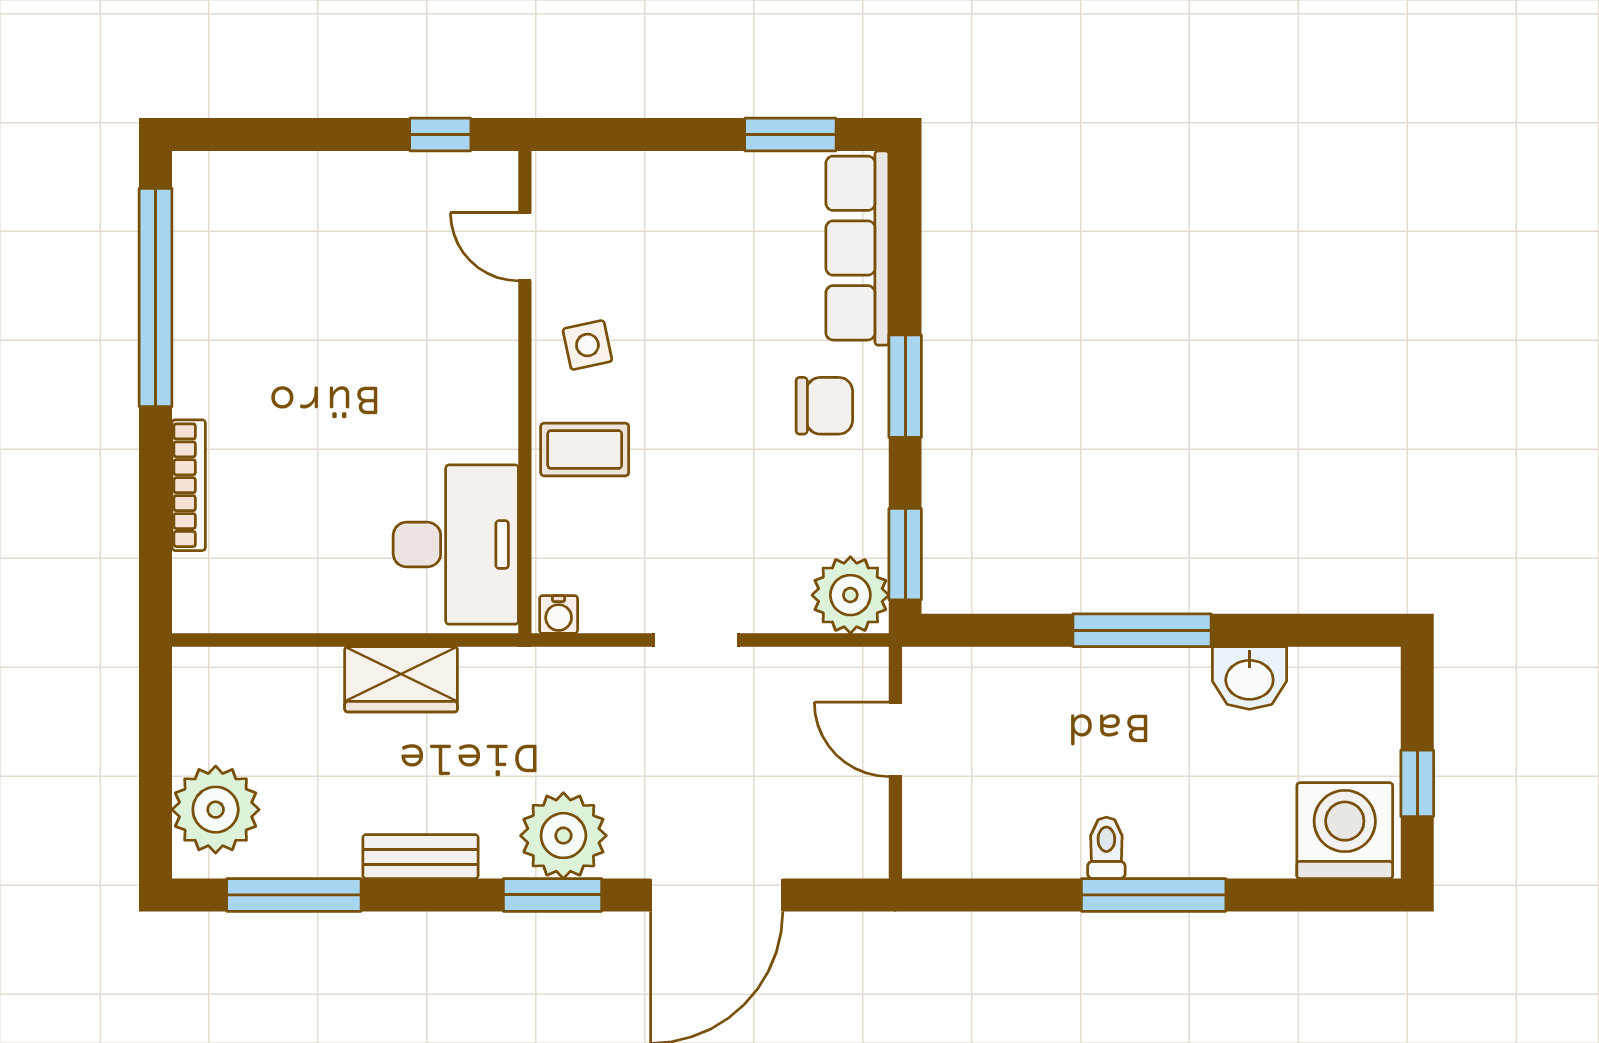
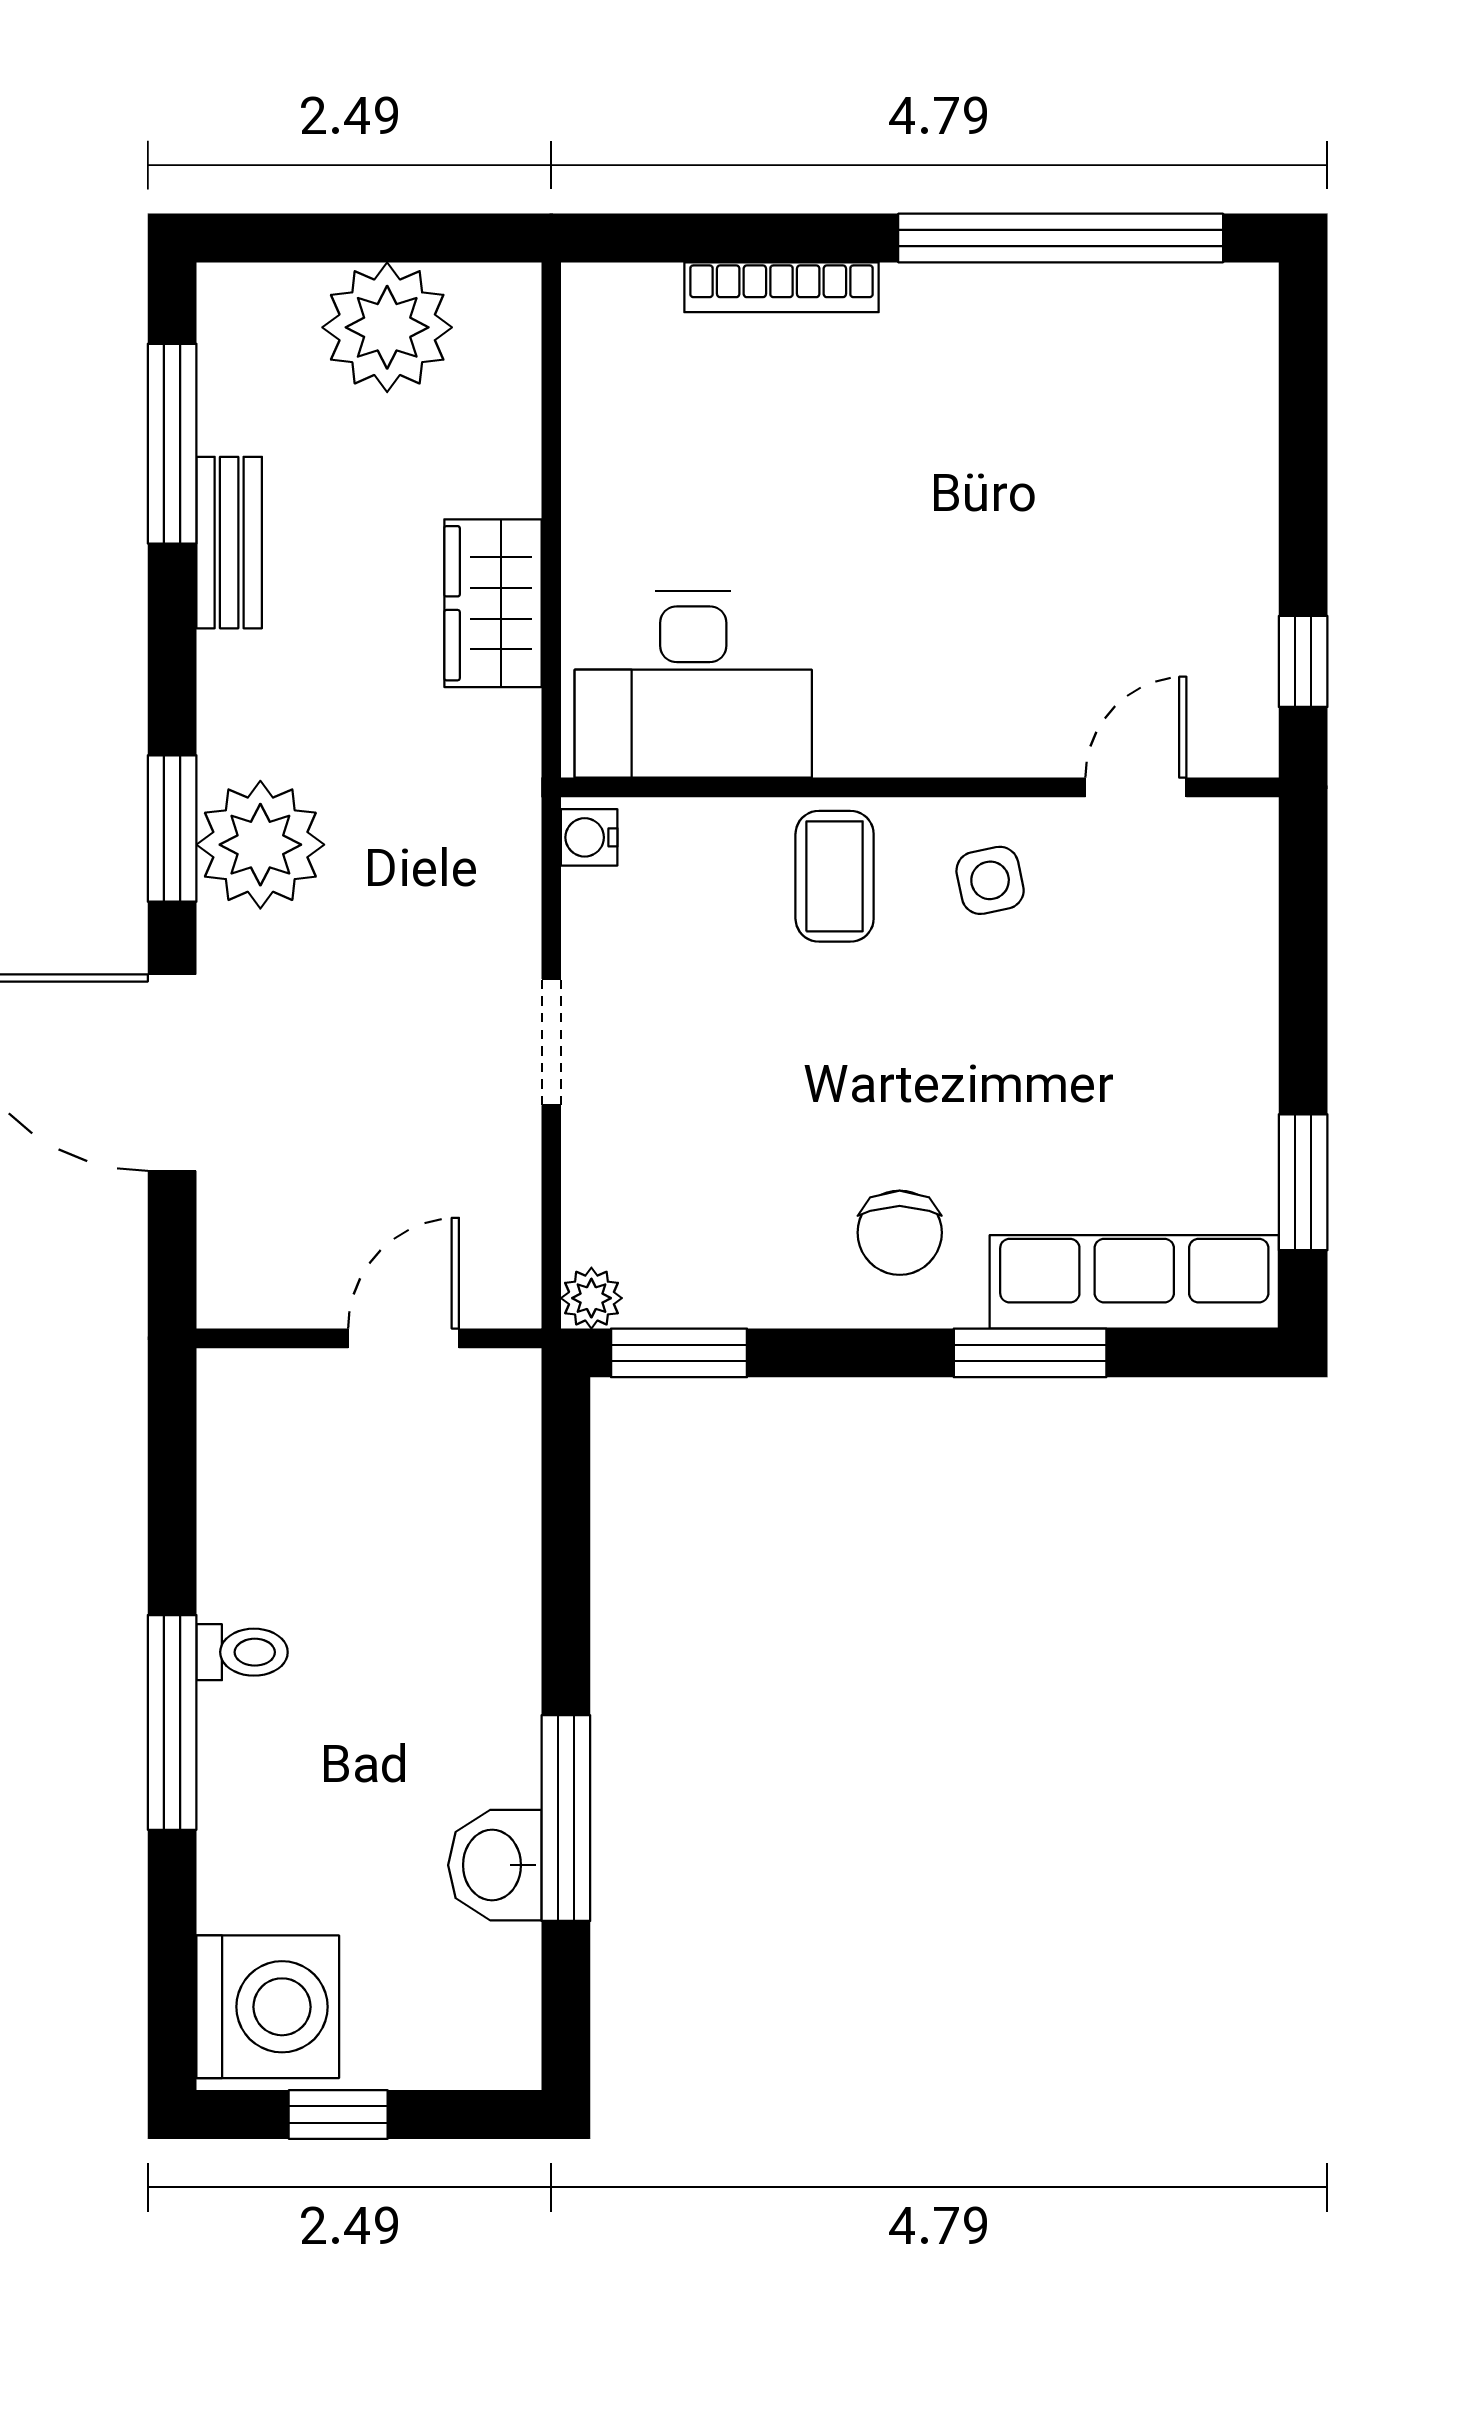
window: (905, 386) -> (1030, 1353), moved
plant: (850, 595) -> (591, 1298), width x0.53, depth x0.53
window: (1142, 630) -> (566, 1818), moved
plant: (216, 810) -> (387, 327), moved
bench: (420, 857) -> (229, 543), moved

